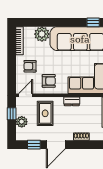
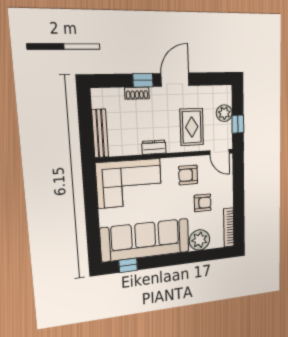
armchair: (30, 66) -> (203, 203), moved
door: (26, 95) -> (219, 152), hinge flipped
window: (34, 145) -> (143, 80), moved

